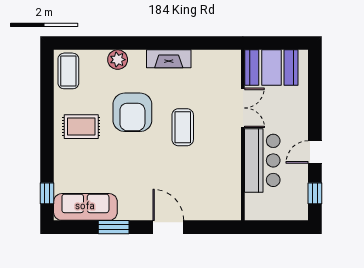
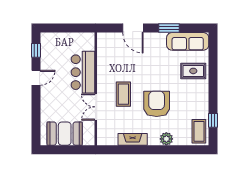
double door: (243, 108) -> (96, 107), moved
rug: (81, 127) -> (193, 71), moved
wall: (243, 135) -> (96, 89), moved
bar counter: (262, 160) -> (83, 72), moved
window: (47, 193) -> (213, 120), moved

